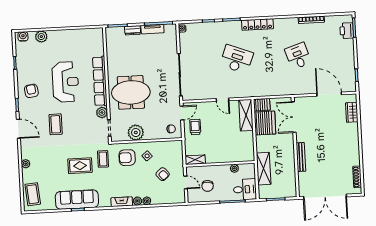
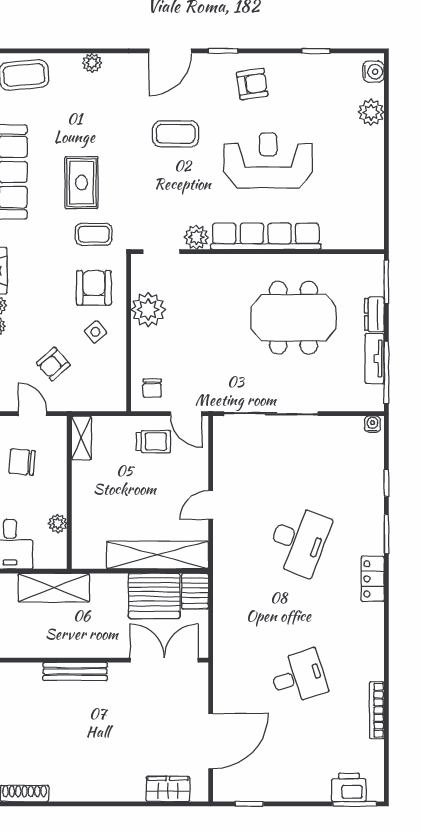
locker: (257, 25) -> (373, 579), width x0.66
reception desk: (65, 82) -> (268, 160), turned 180
meeting table: (131, 92) -> (294, 318), moved, turned 90
shelving: (246, 115) -> (158, 555), width x1.47
door: (185, 182) -> (32, 414), swing flipped

